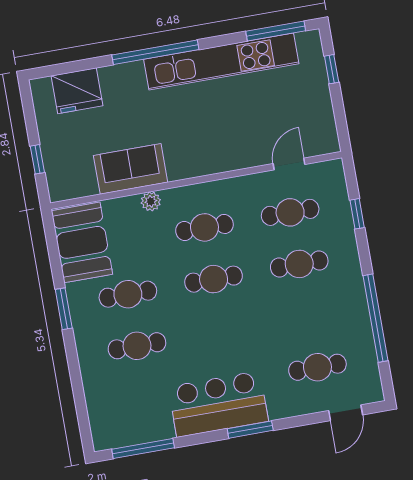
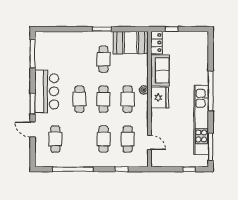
fridge: (77, 91) -> (160, 98), moved, turned 180
locker: (72, 187) -> (157, 43), added
plant: (151, 201) -> (144, 90), moved
cafe table: (137, 346) -> (79, 99), moved
door: (346, 413) -> (33, 129), moved

